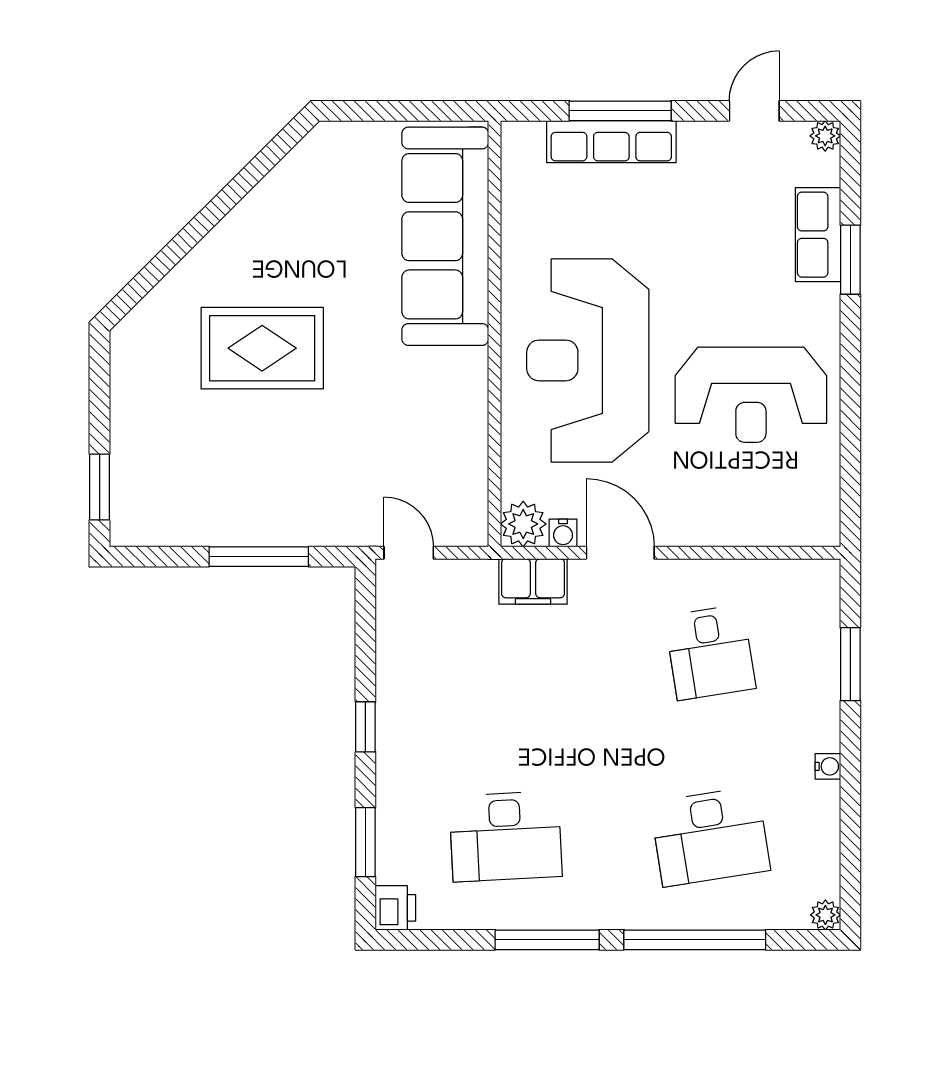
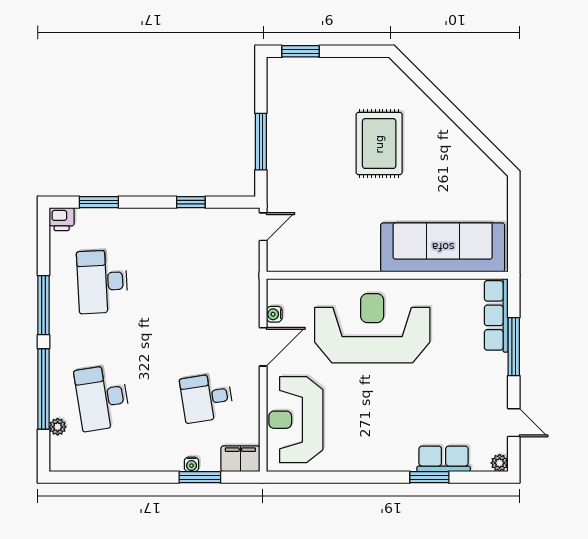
row of seats: (611, 142) -> (496, 315), moved
reception desk: (751, 395) -> (296, 420), moved
plant: (523, 524) -> (279, 292), removed
filing cabinet: (533, 581) -> (240, 459), moved, turned 90
window: (365, 727) -> (191, 202), moved
water cooler: (828, 766) -> (191, 464), moved
plant: (825, 915) -> (58, 427), moved

